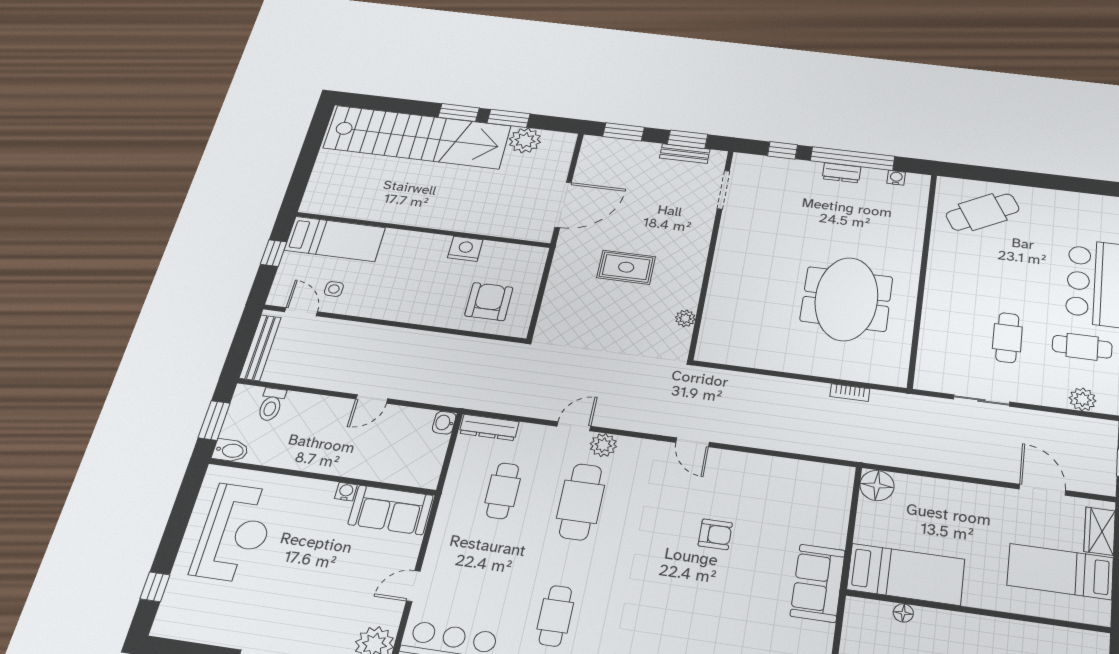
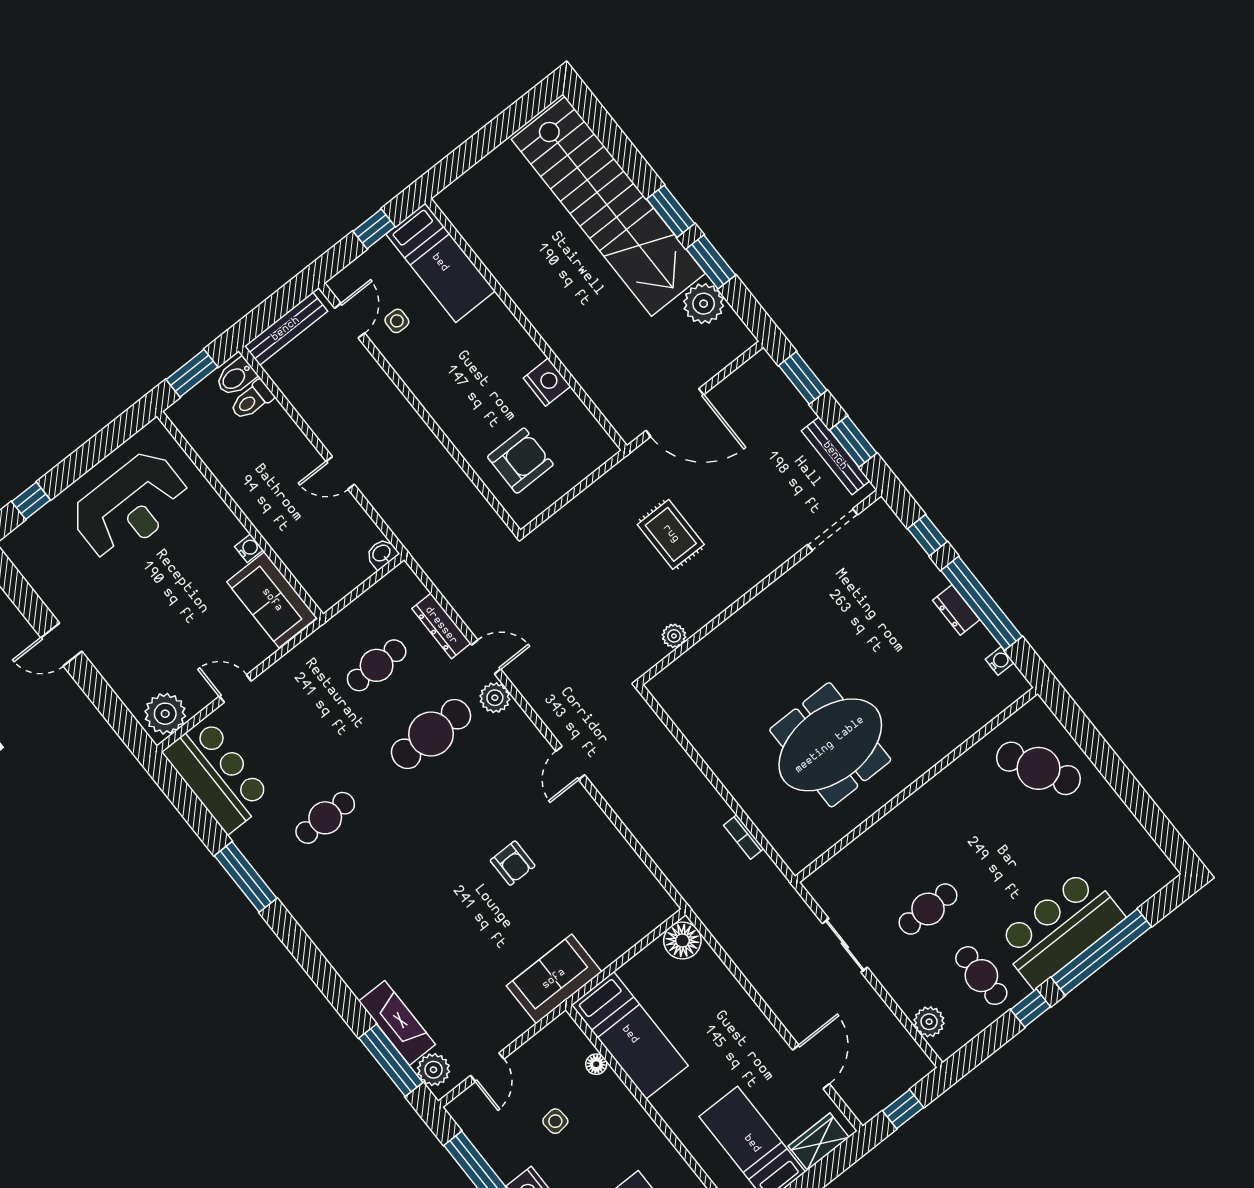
bench: (685, 154) -> (835, 456), width x1.36
dresser: (489, 427) -> (441, 626), moved
bidet: (230, 450) -> (236, 377), moved, turned 90

